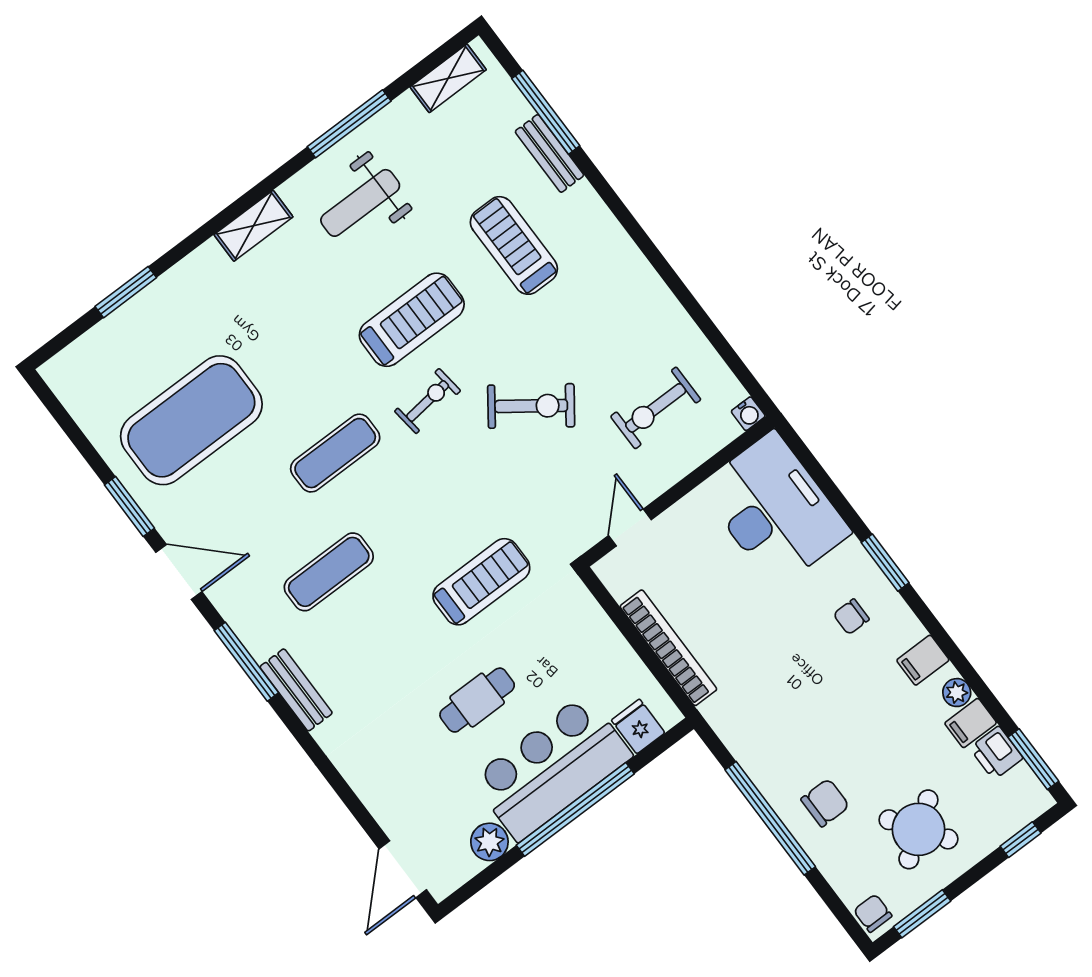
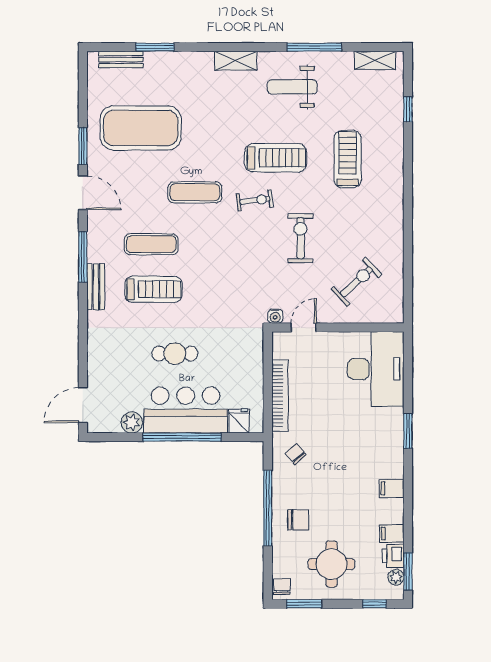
window: (546, 112) -> (408, 109), width x0.46
bench: (549, 153) -> (121, 60), moved, turned 90
exercise bike: (531, 406) -> (300, 238), turned -126
exercise bike: (656, 408) -> (356, 282), turned 137
water cooler: (748, 414) -> (275, 316), moved
treadmill: (481, 582) -> (153, 289), moved
chair: (851, 617) -> (296, 454), moved, turned 50
plant: (957, 693) -> (396, 577), moved
round table: (918, 829) -> (332, 564), turned 35

